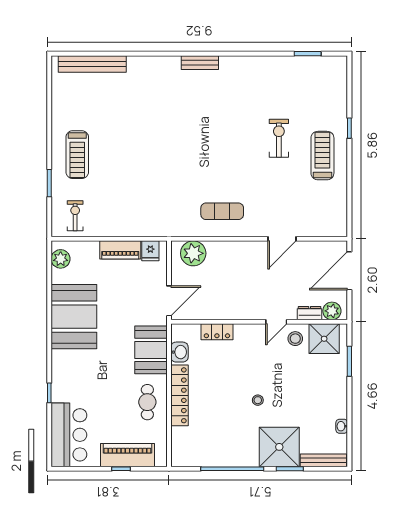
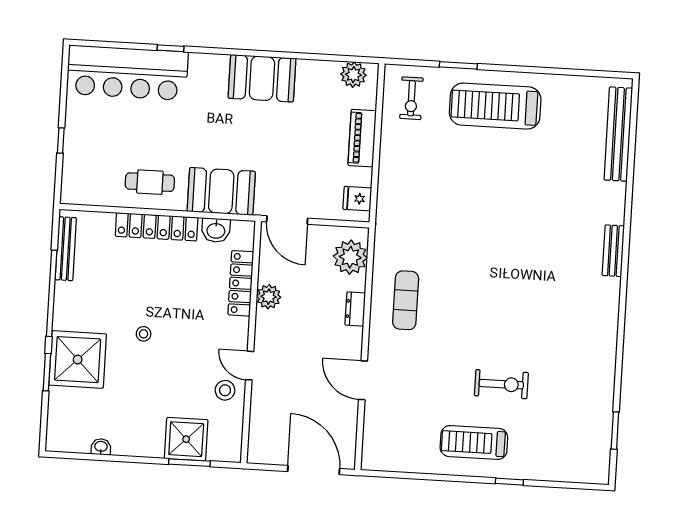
bench: (200, 63) -> (613, 251), moved
treadmill: (77, 155) -> (495, 106), width x1.37, depth x1.38
treadmill: (322, 156) -> (474, 442), turned 180
exercise bike: (75, 216) -> (411, 98), turned 90
piano: (120, 250) -> (362, 138), moved
plant: (332, 311) -> (269, 297), moved
dresser: (310, 313) -> (355, 309), moved, turned 180
booth: (74, 317) -> (262, 78), width x0.73, depth x0.70
locker: (217, 332) -> (241, 283), width x1.53
shower: (324, 339) -> (186, 439), moved
bar counter: (69, 435) -> (127, 73), width x1.36
piano: (127, 455) -> (79, 150), removed
bench: (323, 460) -> (66, 249), moved

